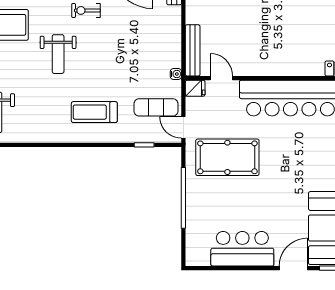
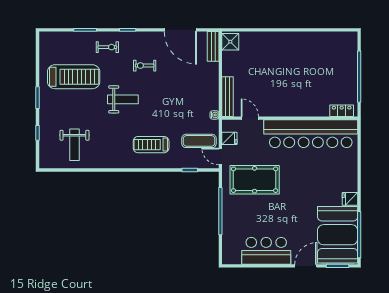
weight bench: (58, 54) -> (123, 99), turned -90
fridge: (195, 88) -> (229, 138), moved

